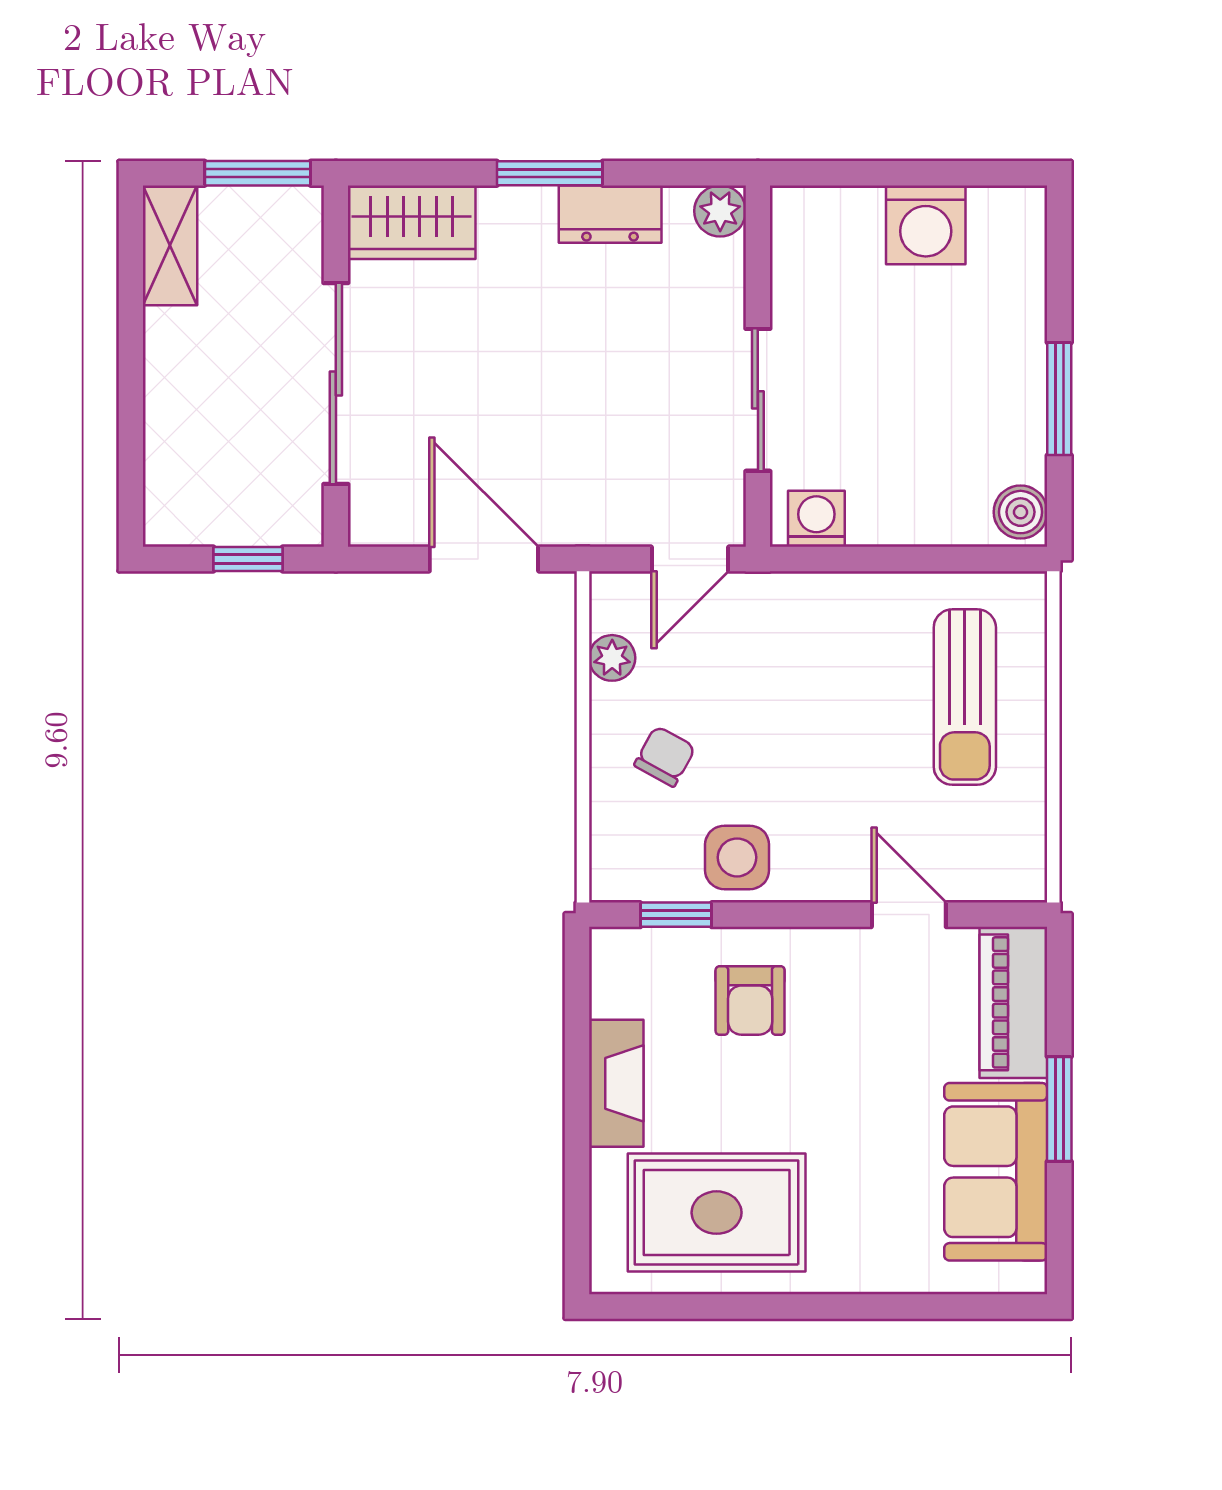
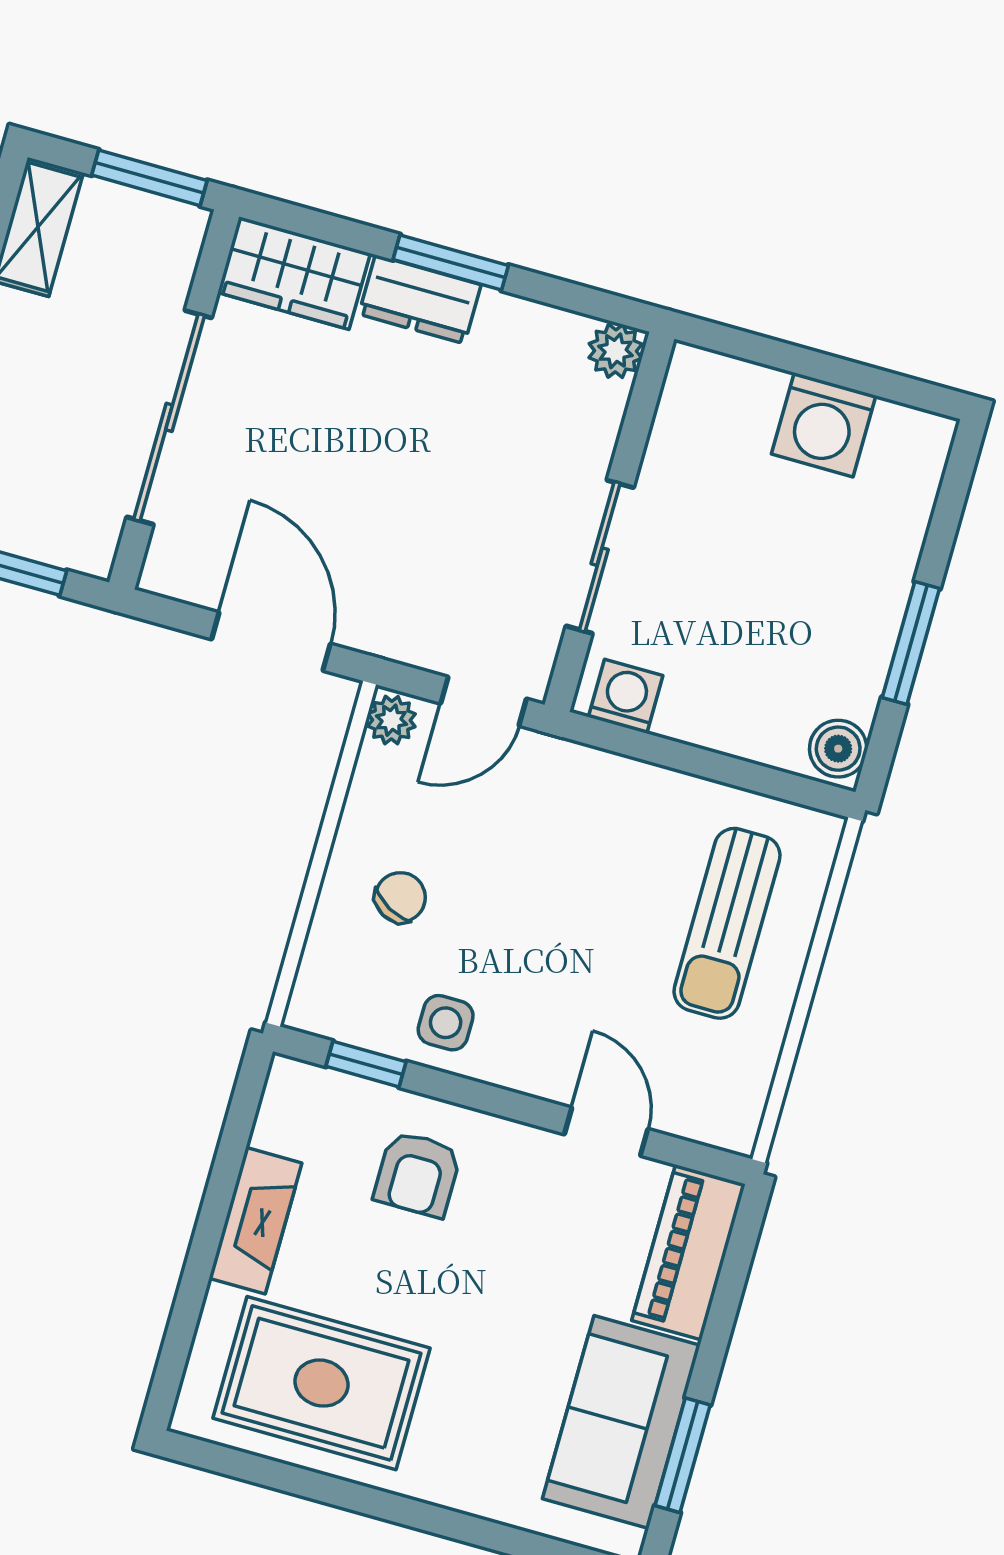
dresser: (610, 214) -> (420, 299), moved
plant: (612, 658) -> (391, 720), moved
side table: (737, 857) -> (446, 1023), width x0.73, depth x0.73
window: (1059, 1109) -> (683, 1455), moved

